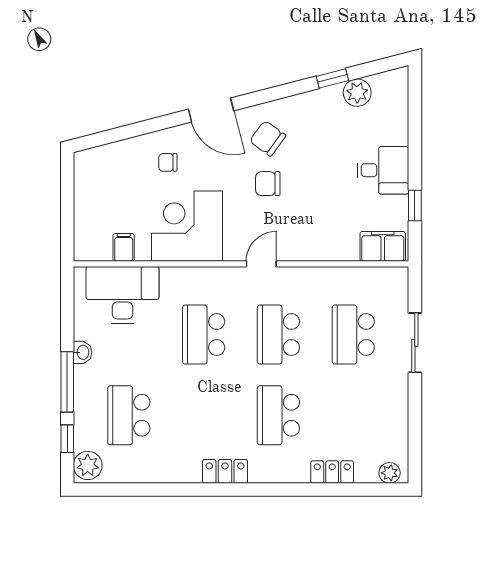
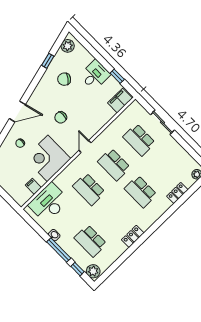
plant: (357, 93) -> (68, 46), moved
chair: (268, 138) -> (64, 79), moved
locker: (225, 471) -> (133, 236), moved

